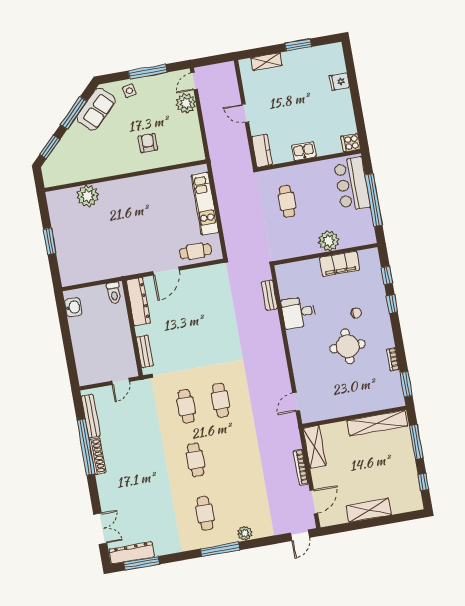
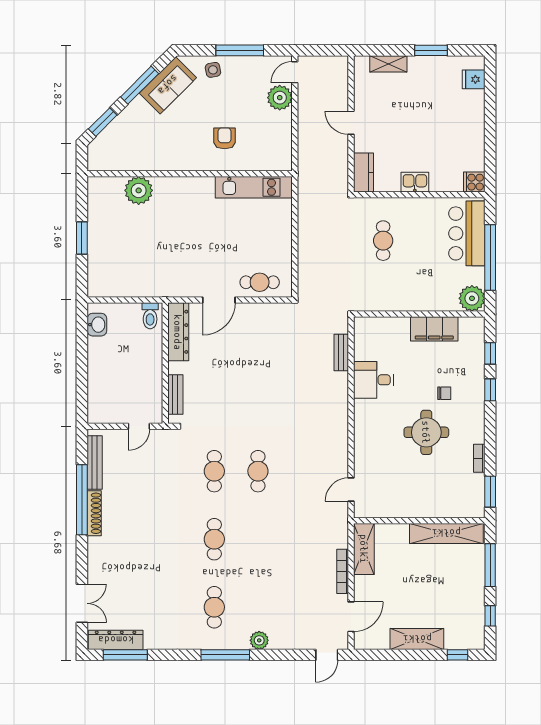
fridge: (339, 82) -> (474, 79), moved
kitchen unit: (205, 204) -> (254, 187), moved, turned -90
plant: (329, 241) -> (472, 298), moved
window: (403, 517) -> (458, 655), added

